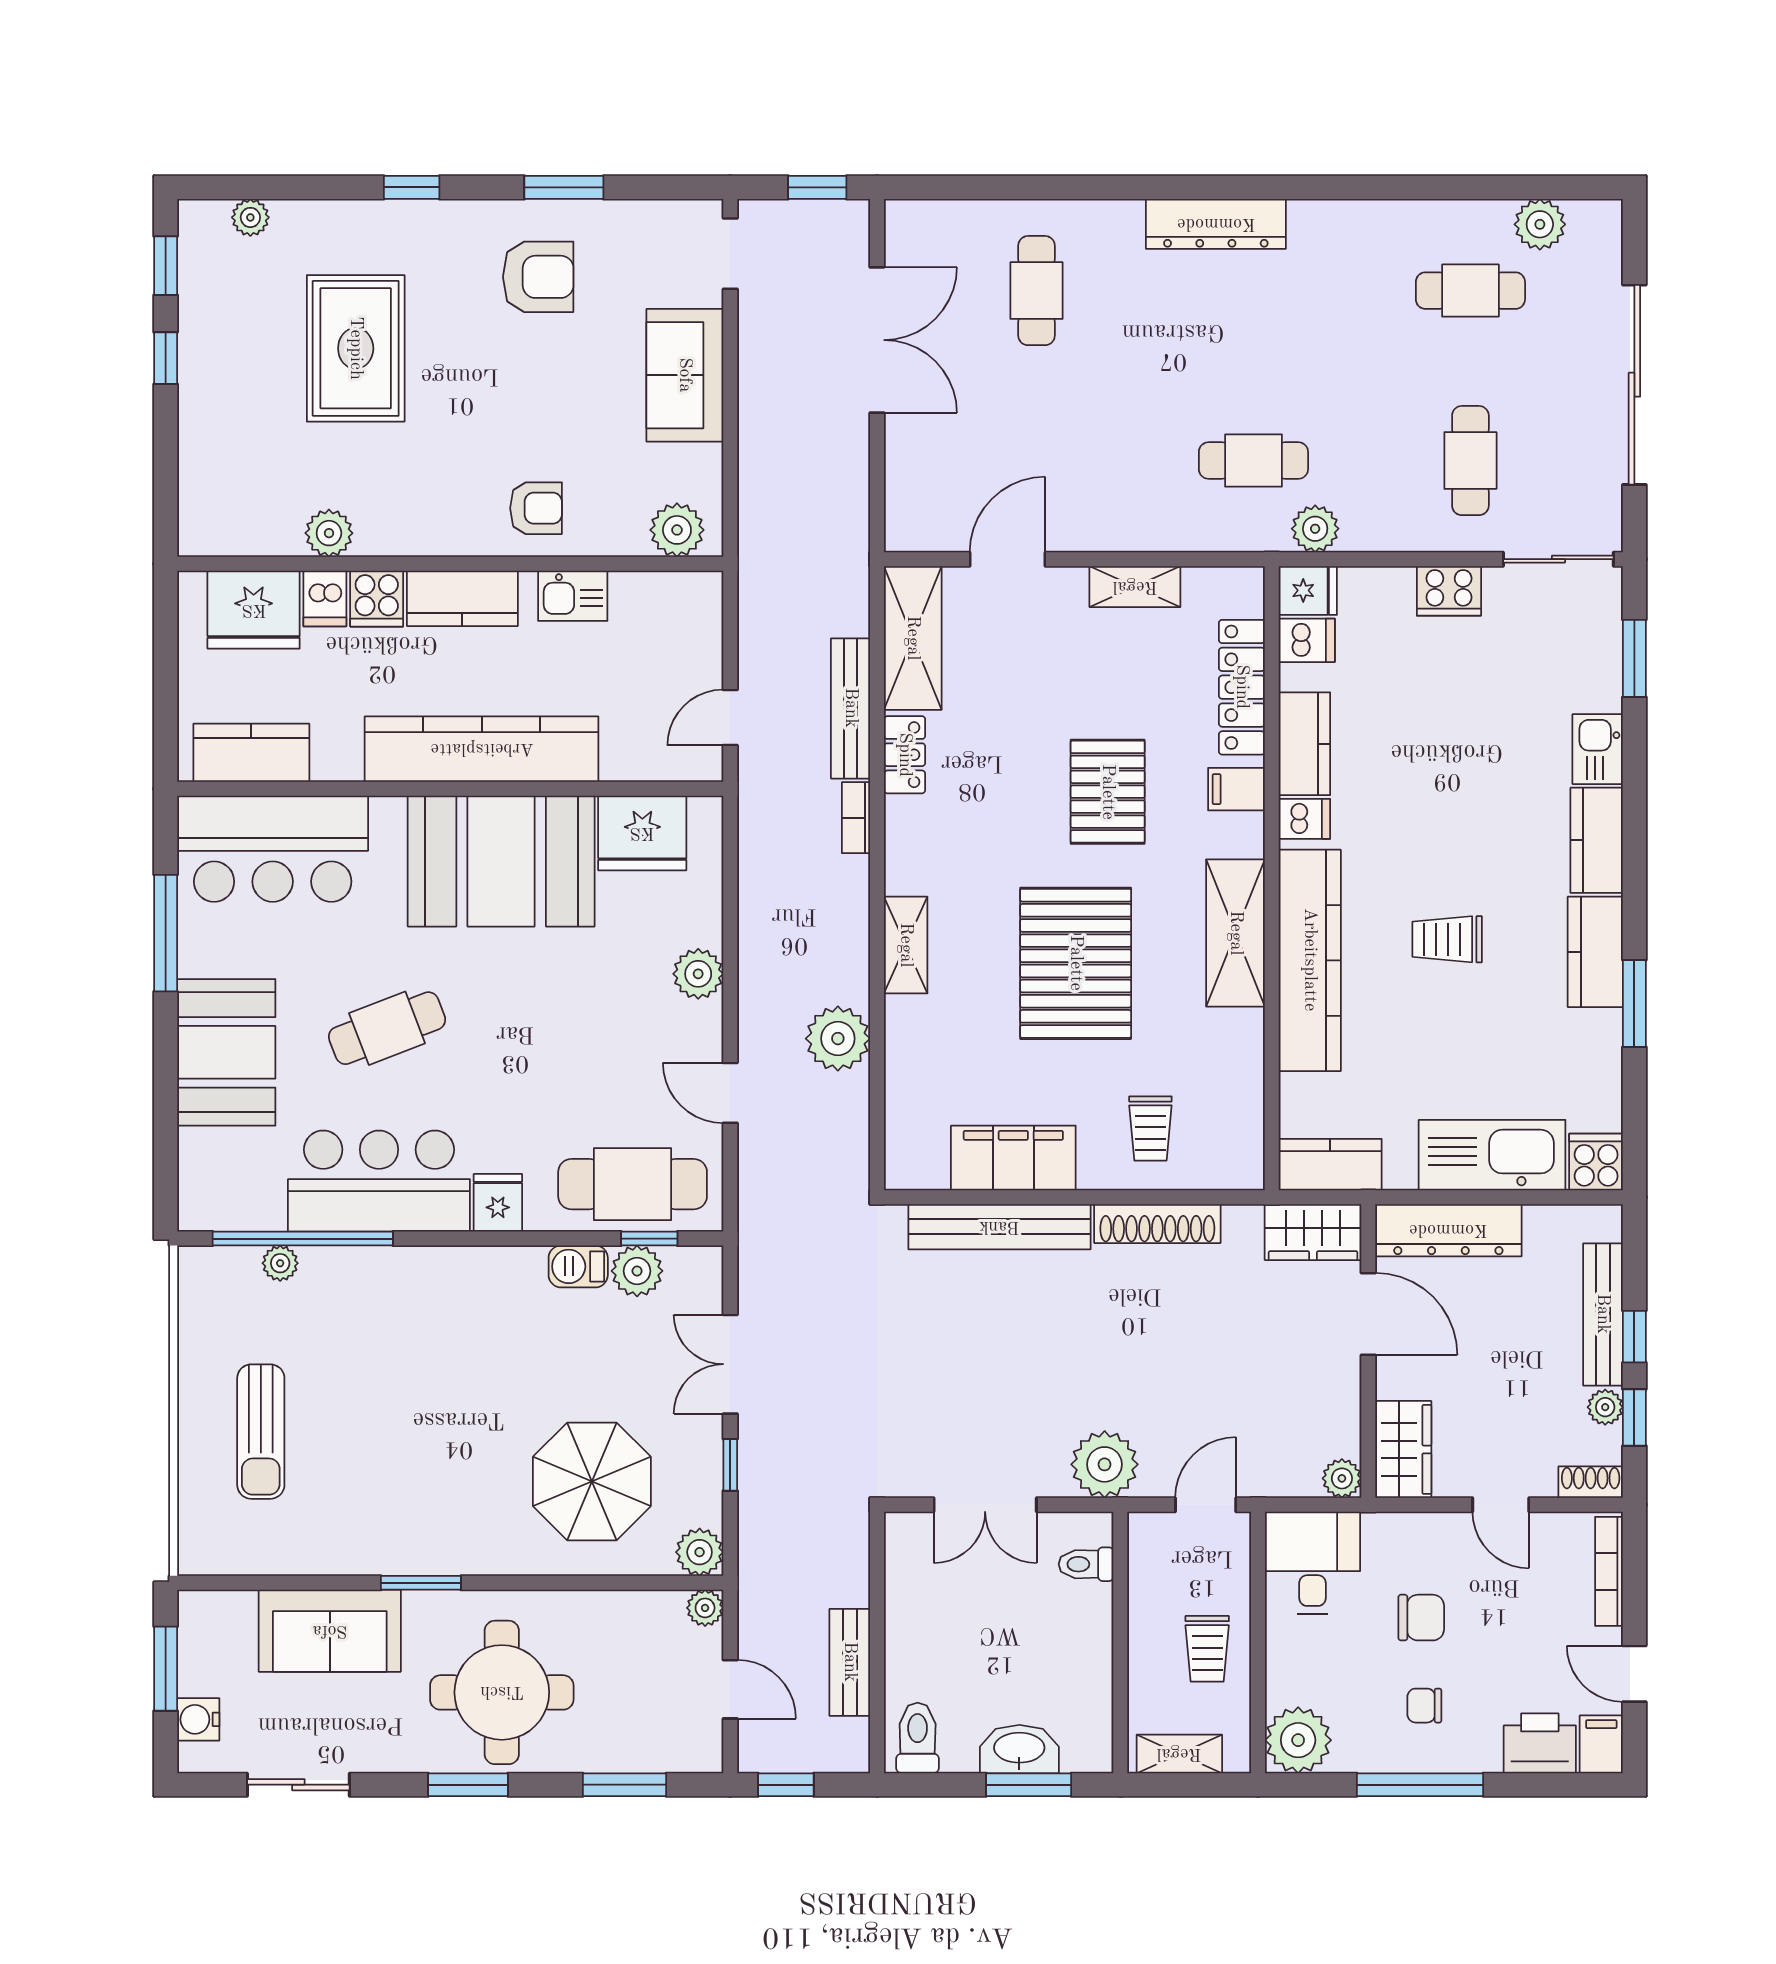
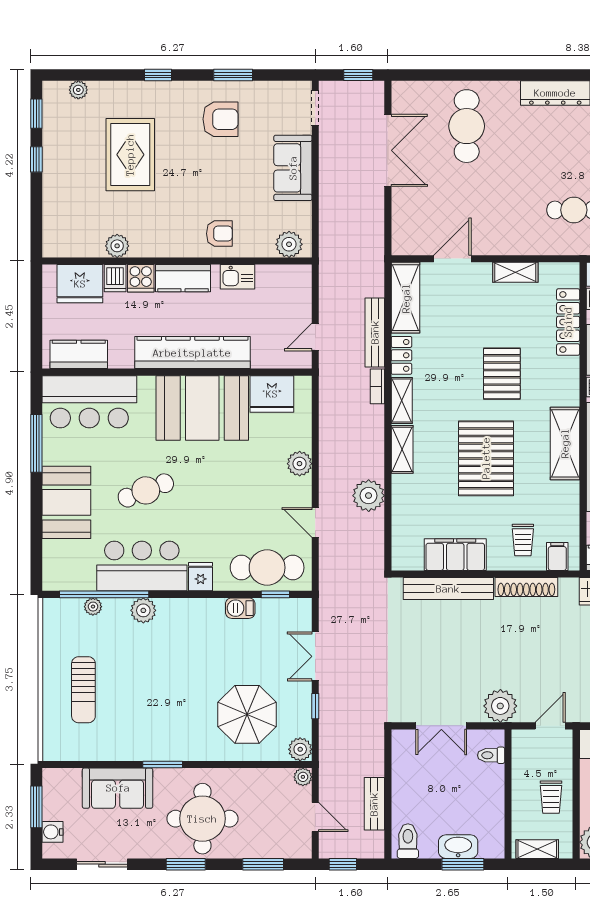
cafe table: (1037, 291) -> (467, 126), width x1.37, depth x1.35
filing cabinet: (1237, 789) -> (557, 556), moved, turned 90
shelving: (905, 846) -> (402, 400), added
plant: (637, 1271) -> (143, 610), moved

